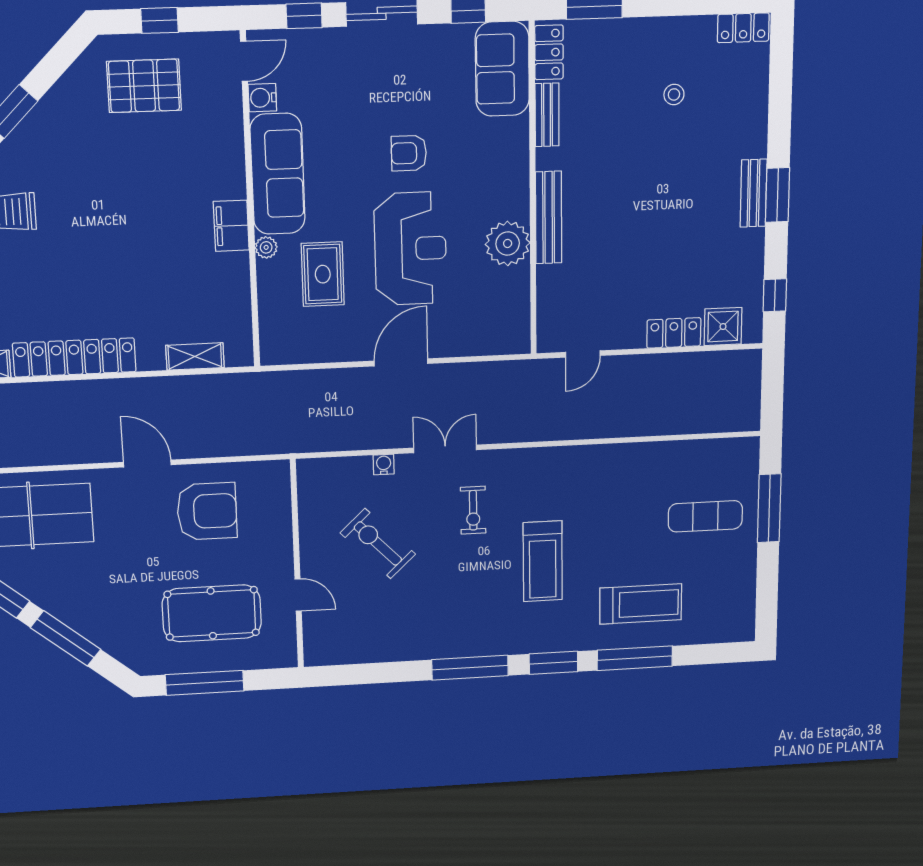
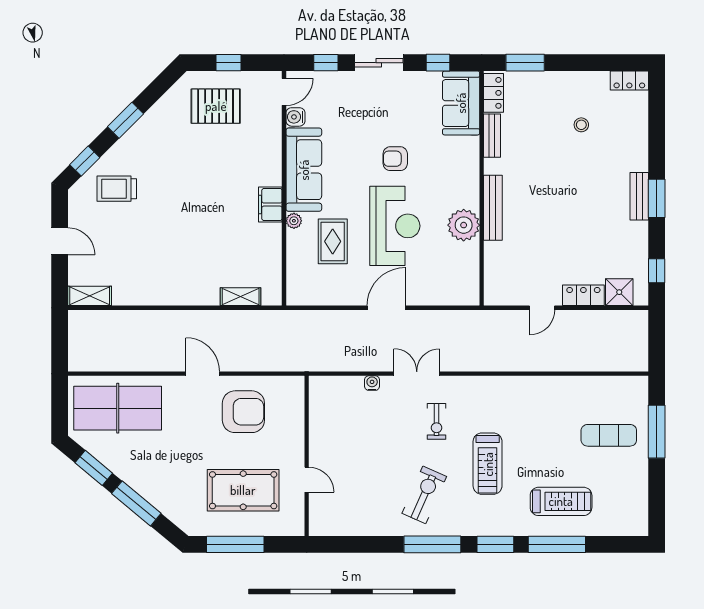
door: (583, 354) -> (542, 308), moved
locker: (74, 357) -> (156, 293), removed
exercise bike: (378, 544) -> (424, 495), moved, turned 68

